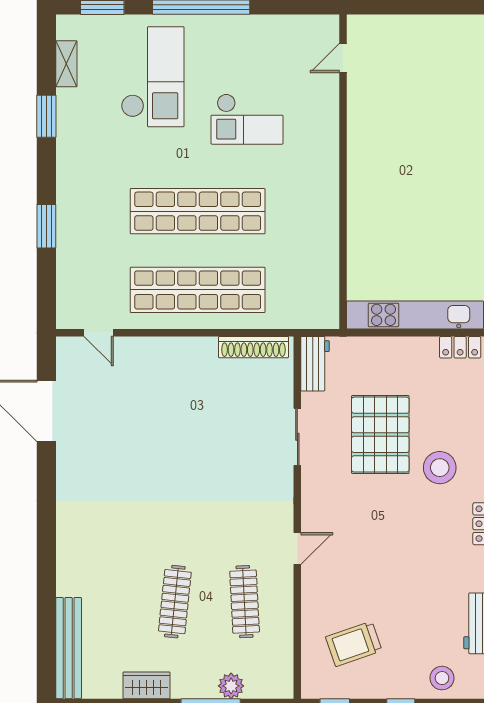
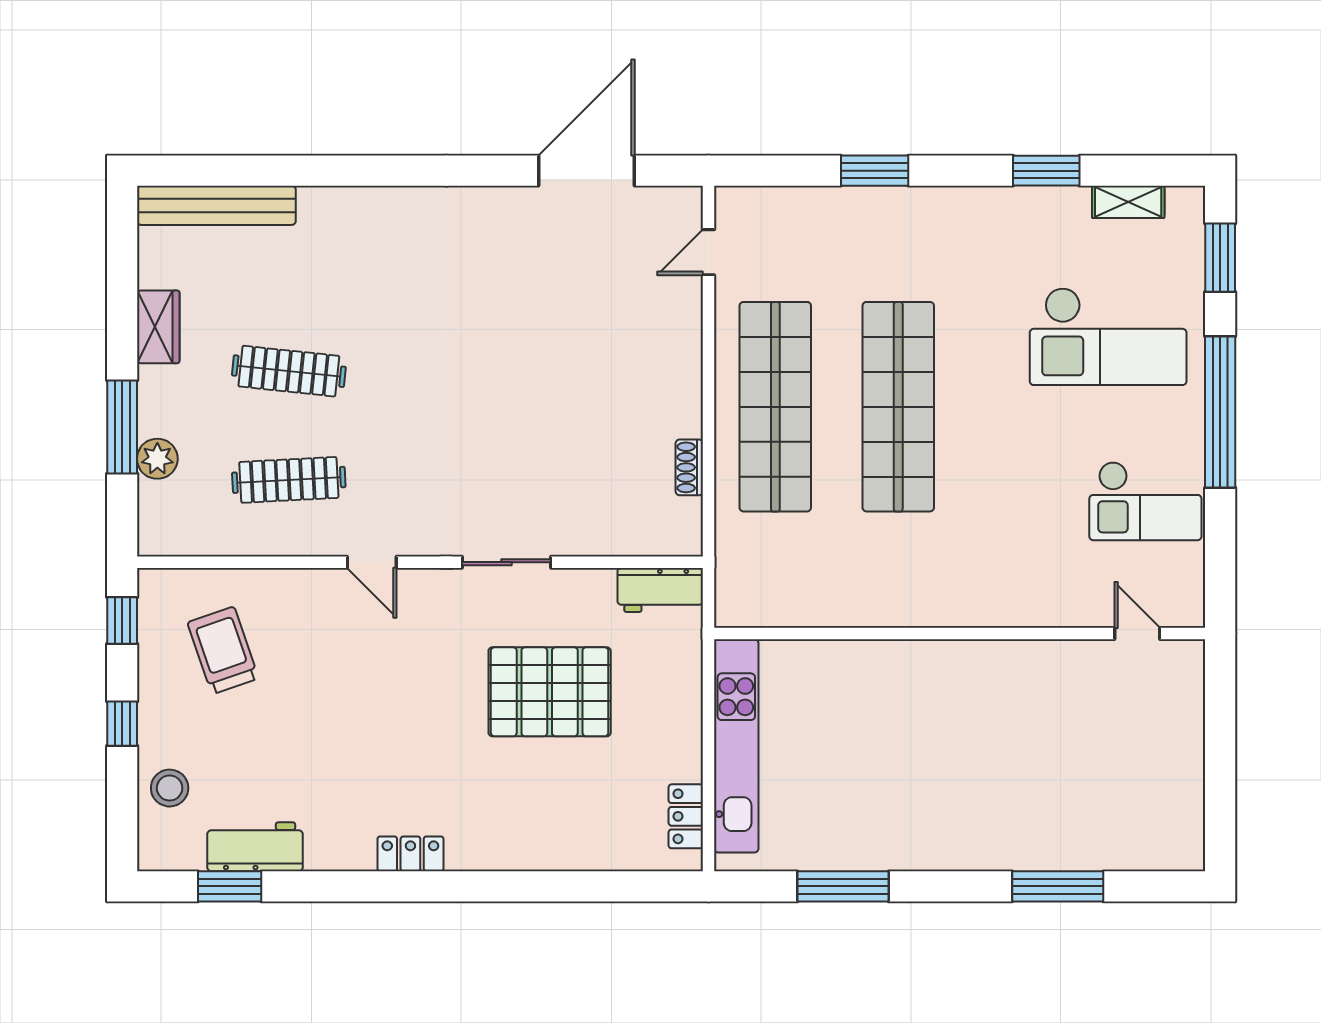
checkout: (247, 119) -> (1145, 501), moved, turned -90
shoe rack: (253, 347) -> (689, 467), width x0.51, depth x0.81
sliding door: (297, 437) -> (507, 562), moved
stool: (440, 468) -> (498, 784), removed

